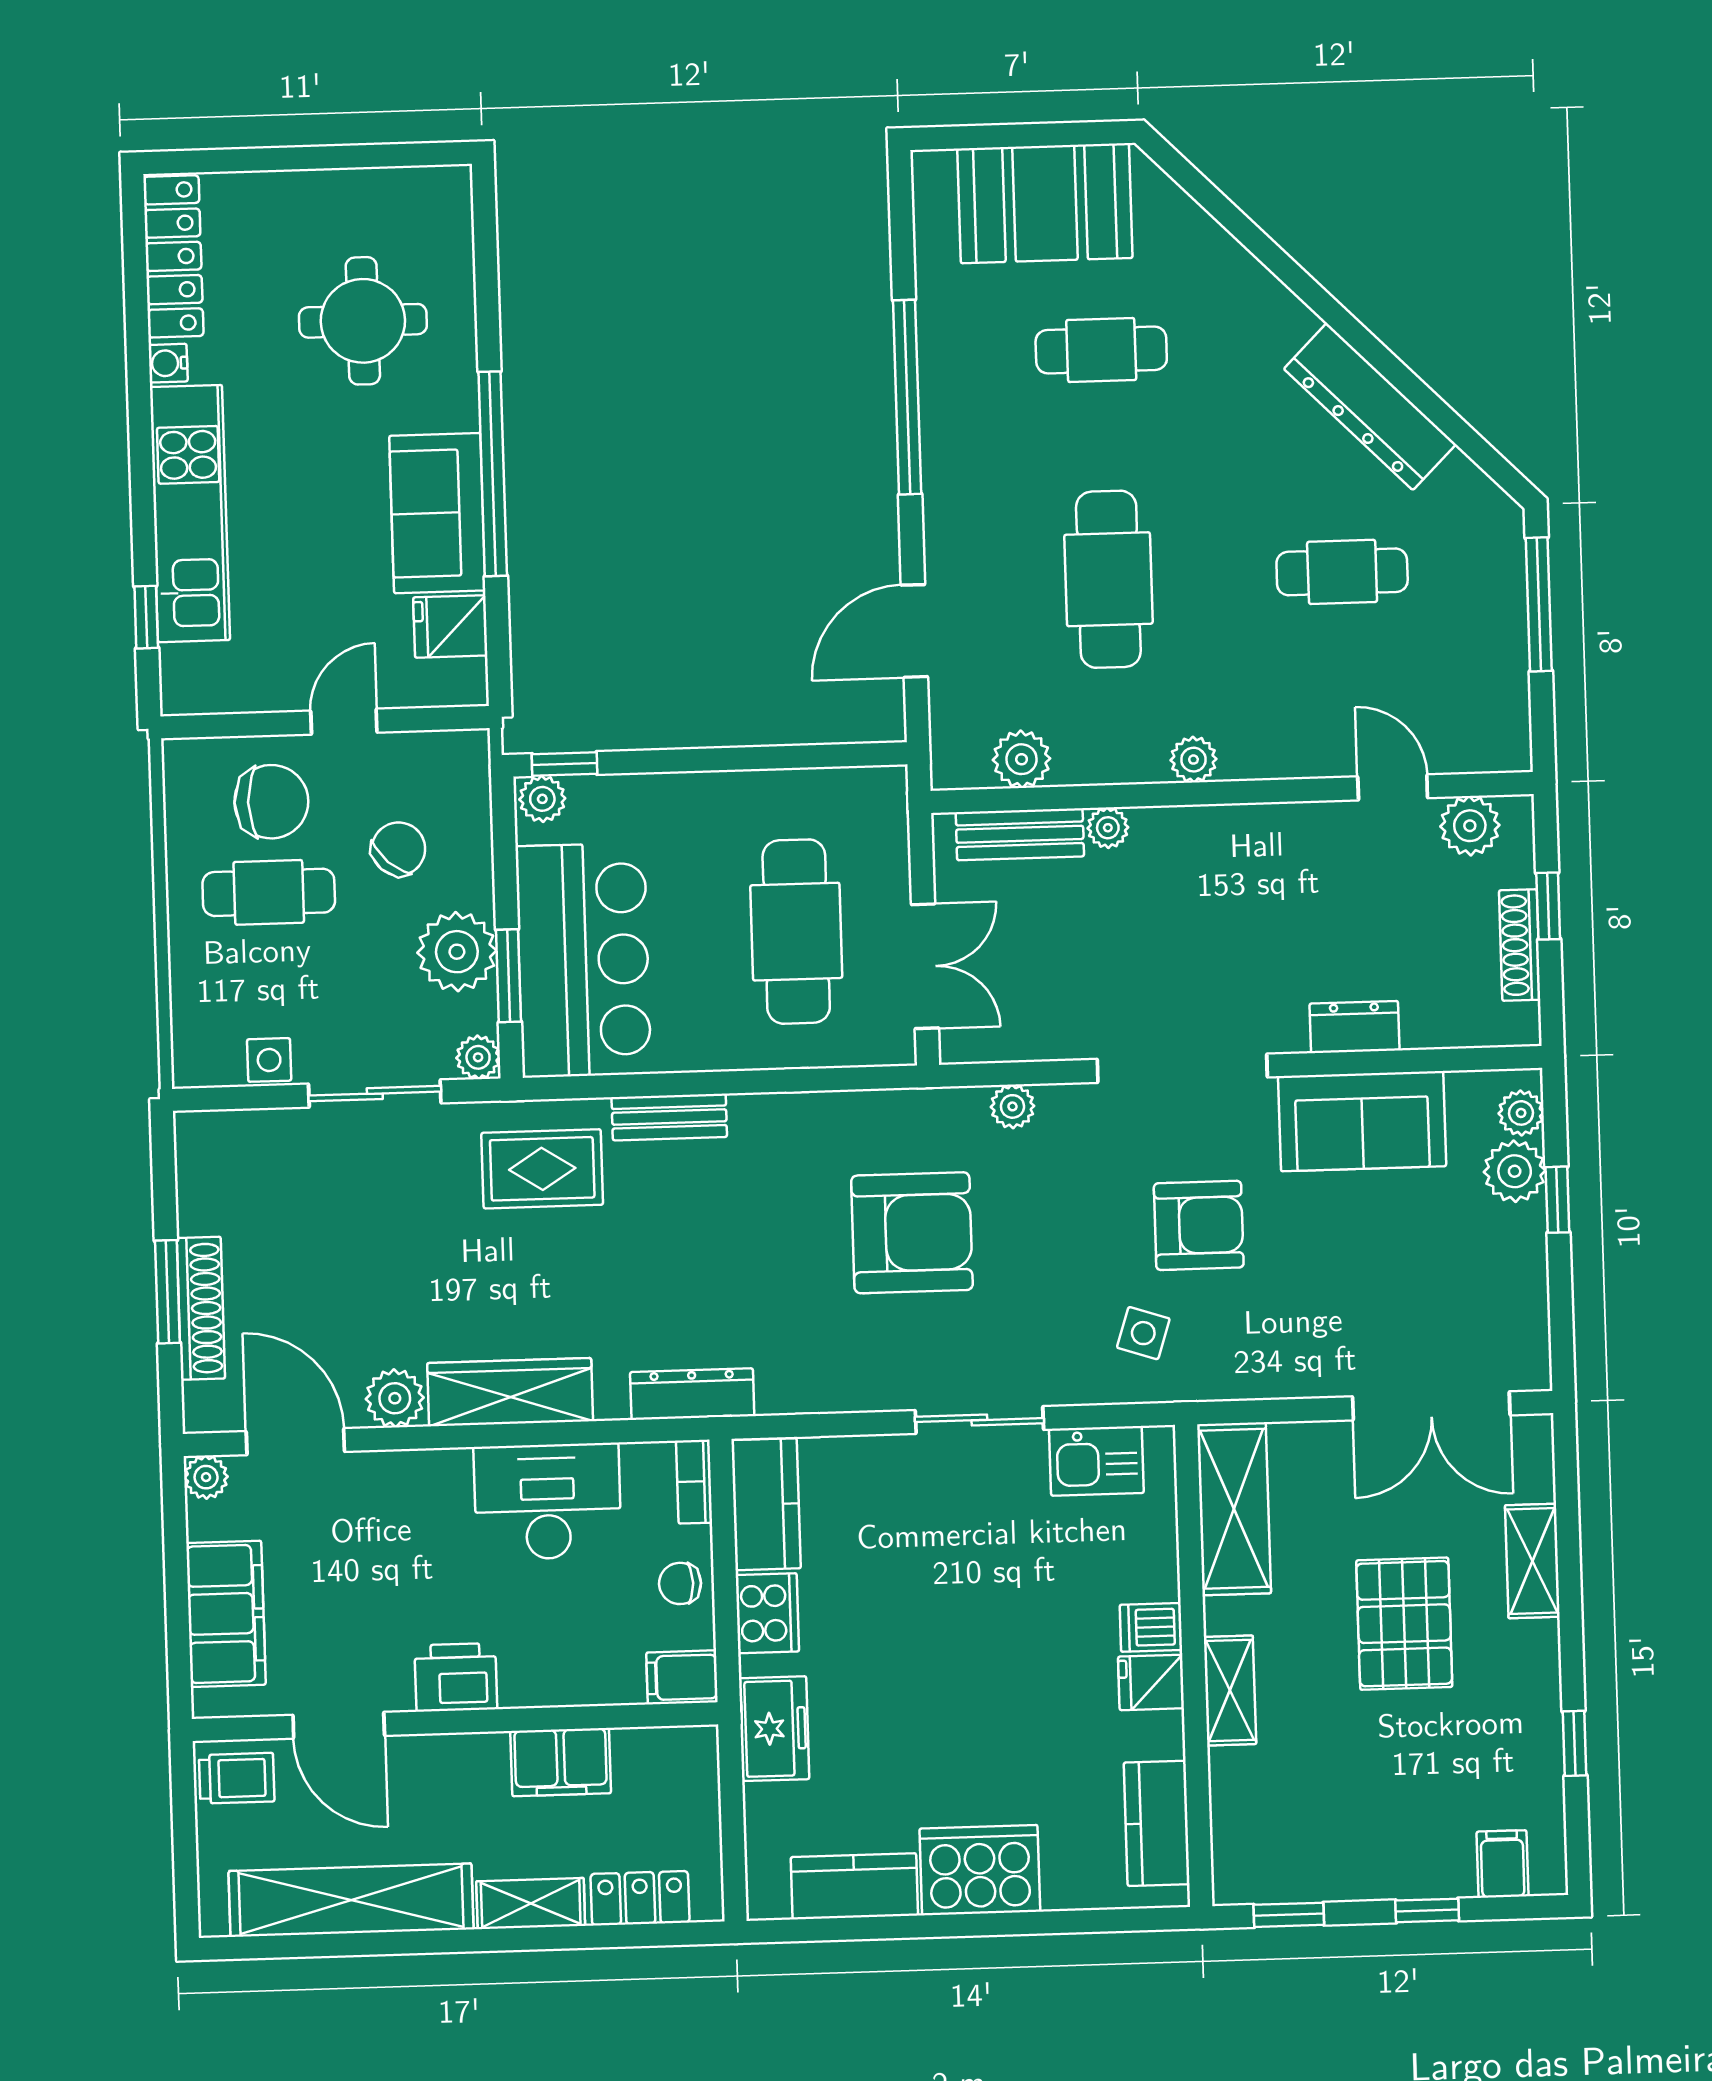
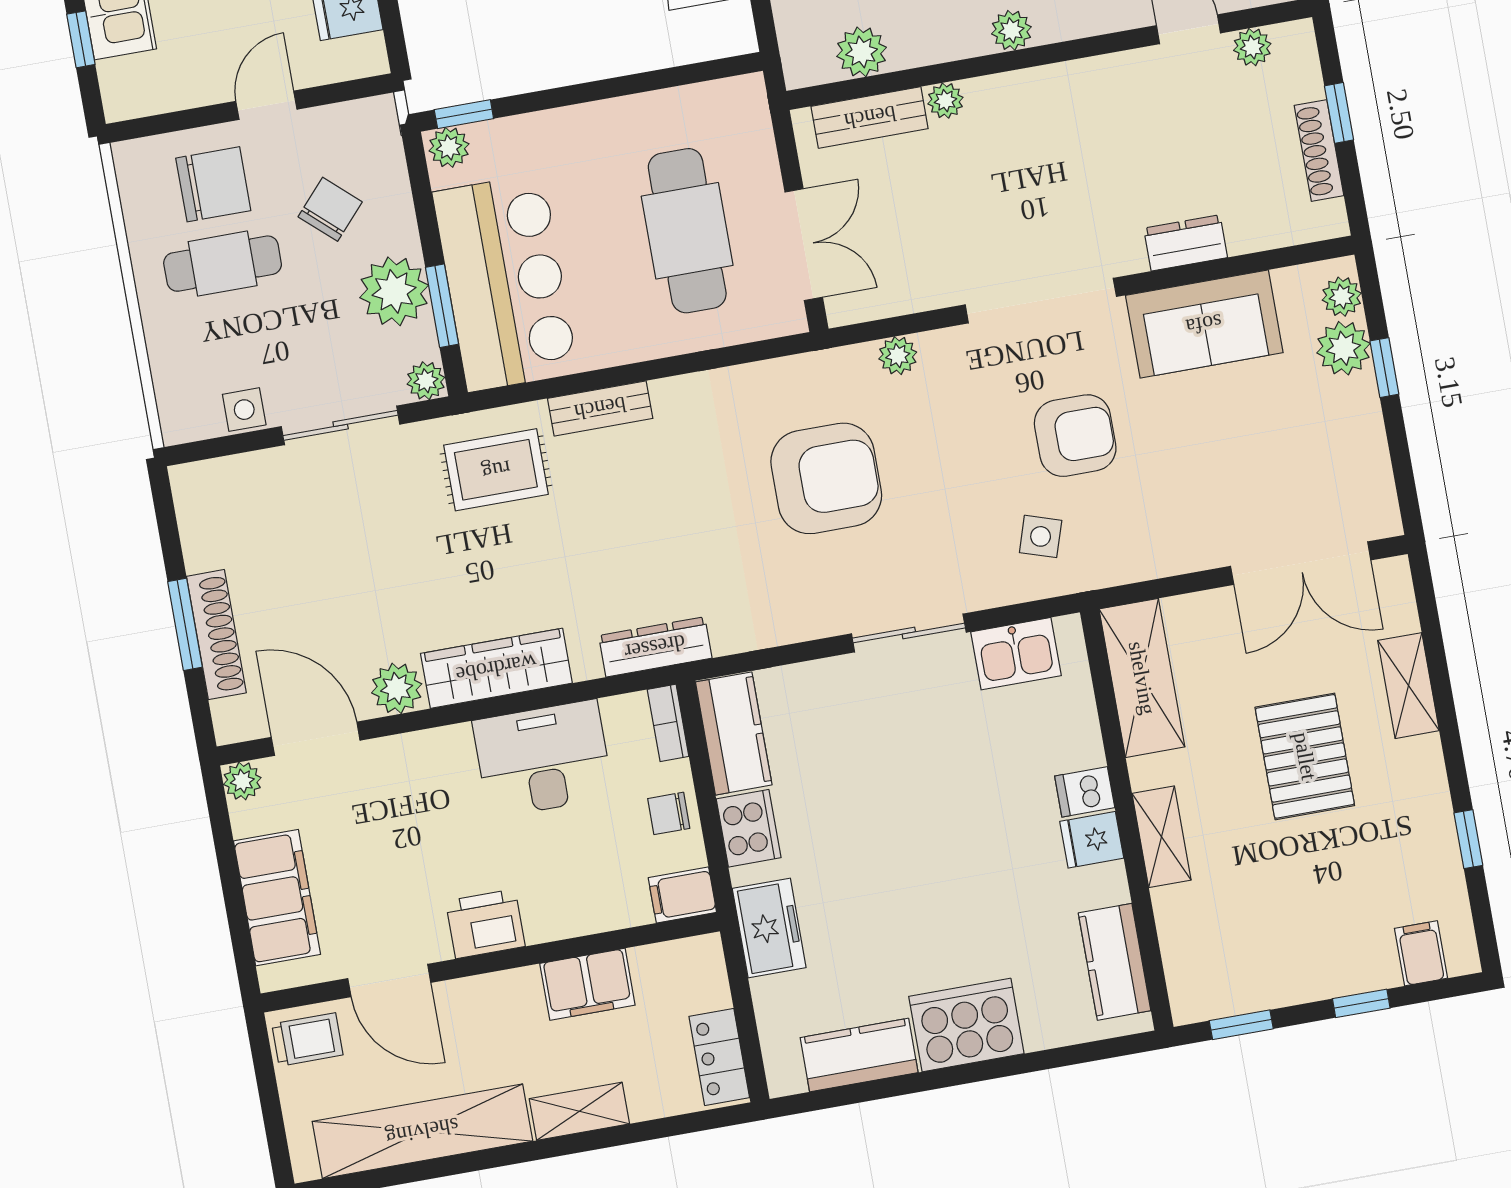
plant: (1470, 826) -> (1252, 47), width x0.73, depth x0.73
locker: (640, 1898) -> (719, 1057), moved, turned -90

